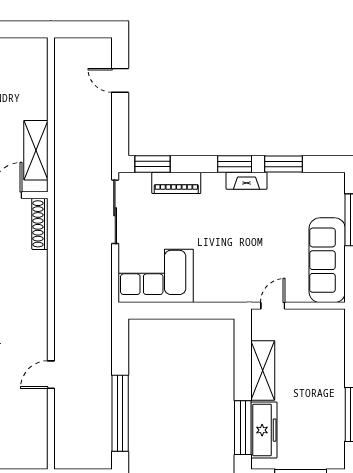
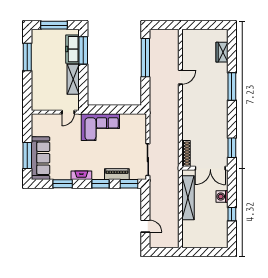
shelving: (36, 150) -> (188, 198), width x1.47
window: (235, 164) -> (101, 184), moved
sofa: (327, 260) -> (41, 158), moved
corner sofa: (156, 276) -> (100, 127), moved

